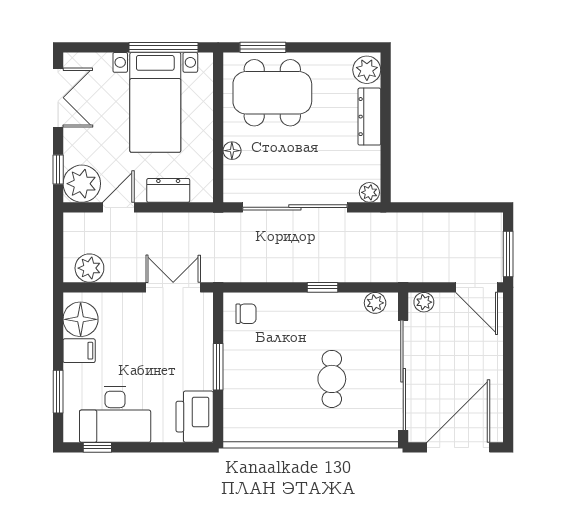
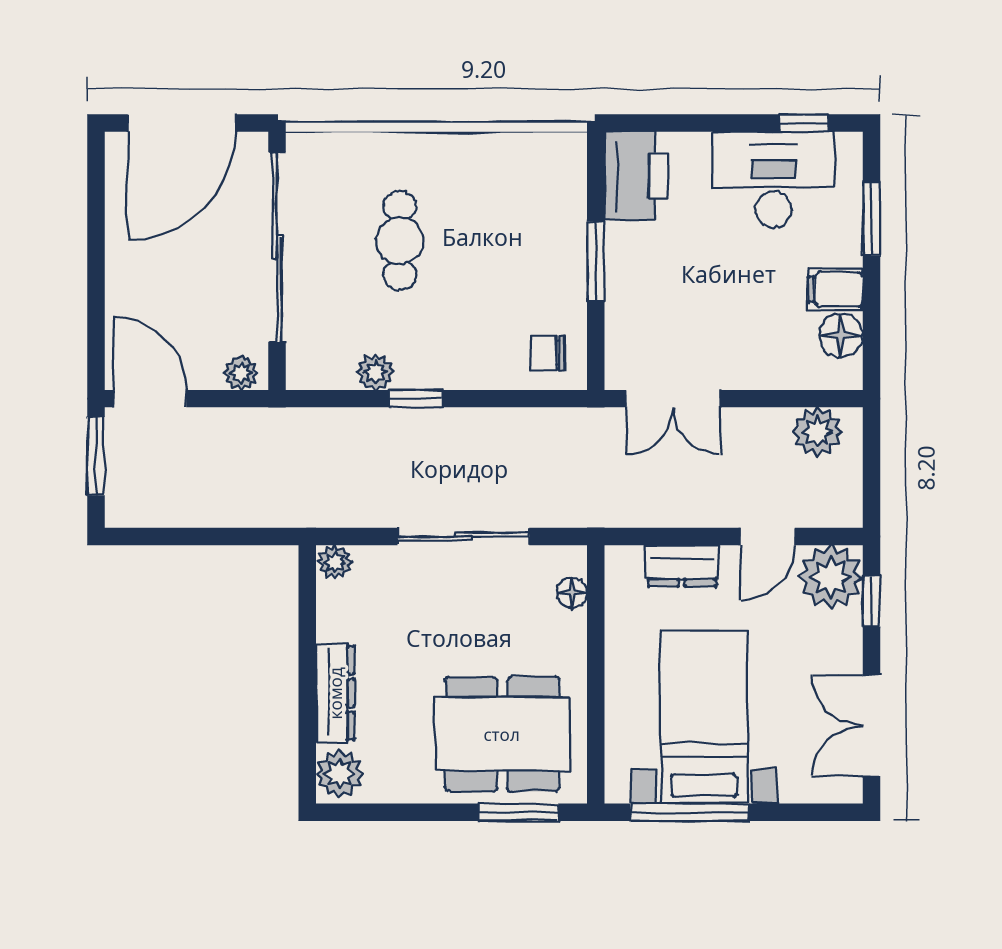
floor lamp: (232, 151) -> (572, 593), moved
sliding door: (295, 207) -> (463, 536), width x0.73
plant: (375, 303) -> (375, 372), moved
floor lamp: (81, 319) -> (841, 335), width x0.73, depth x0.73

